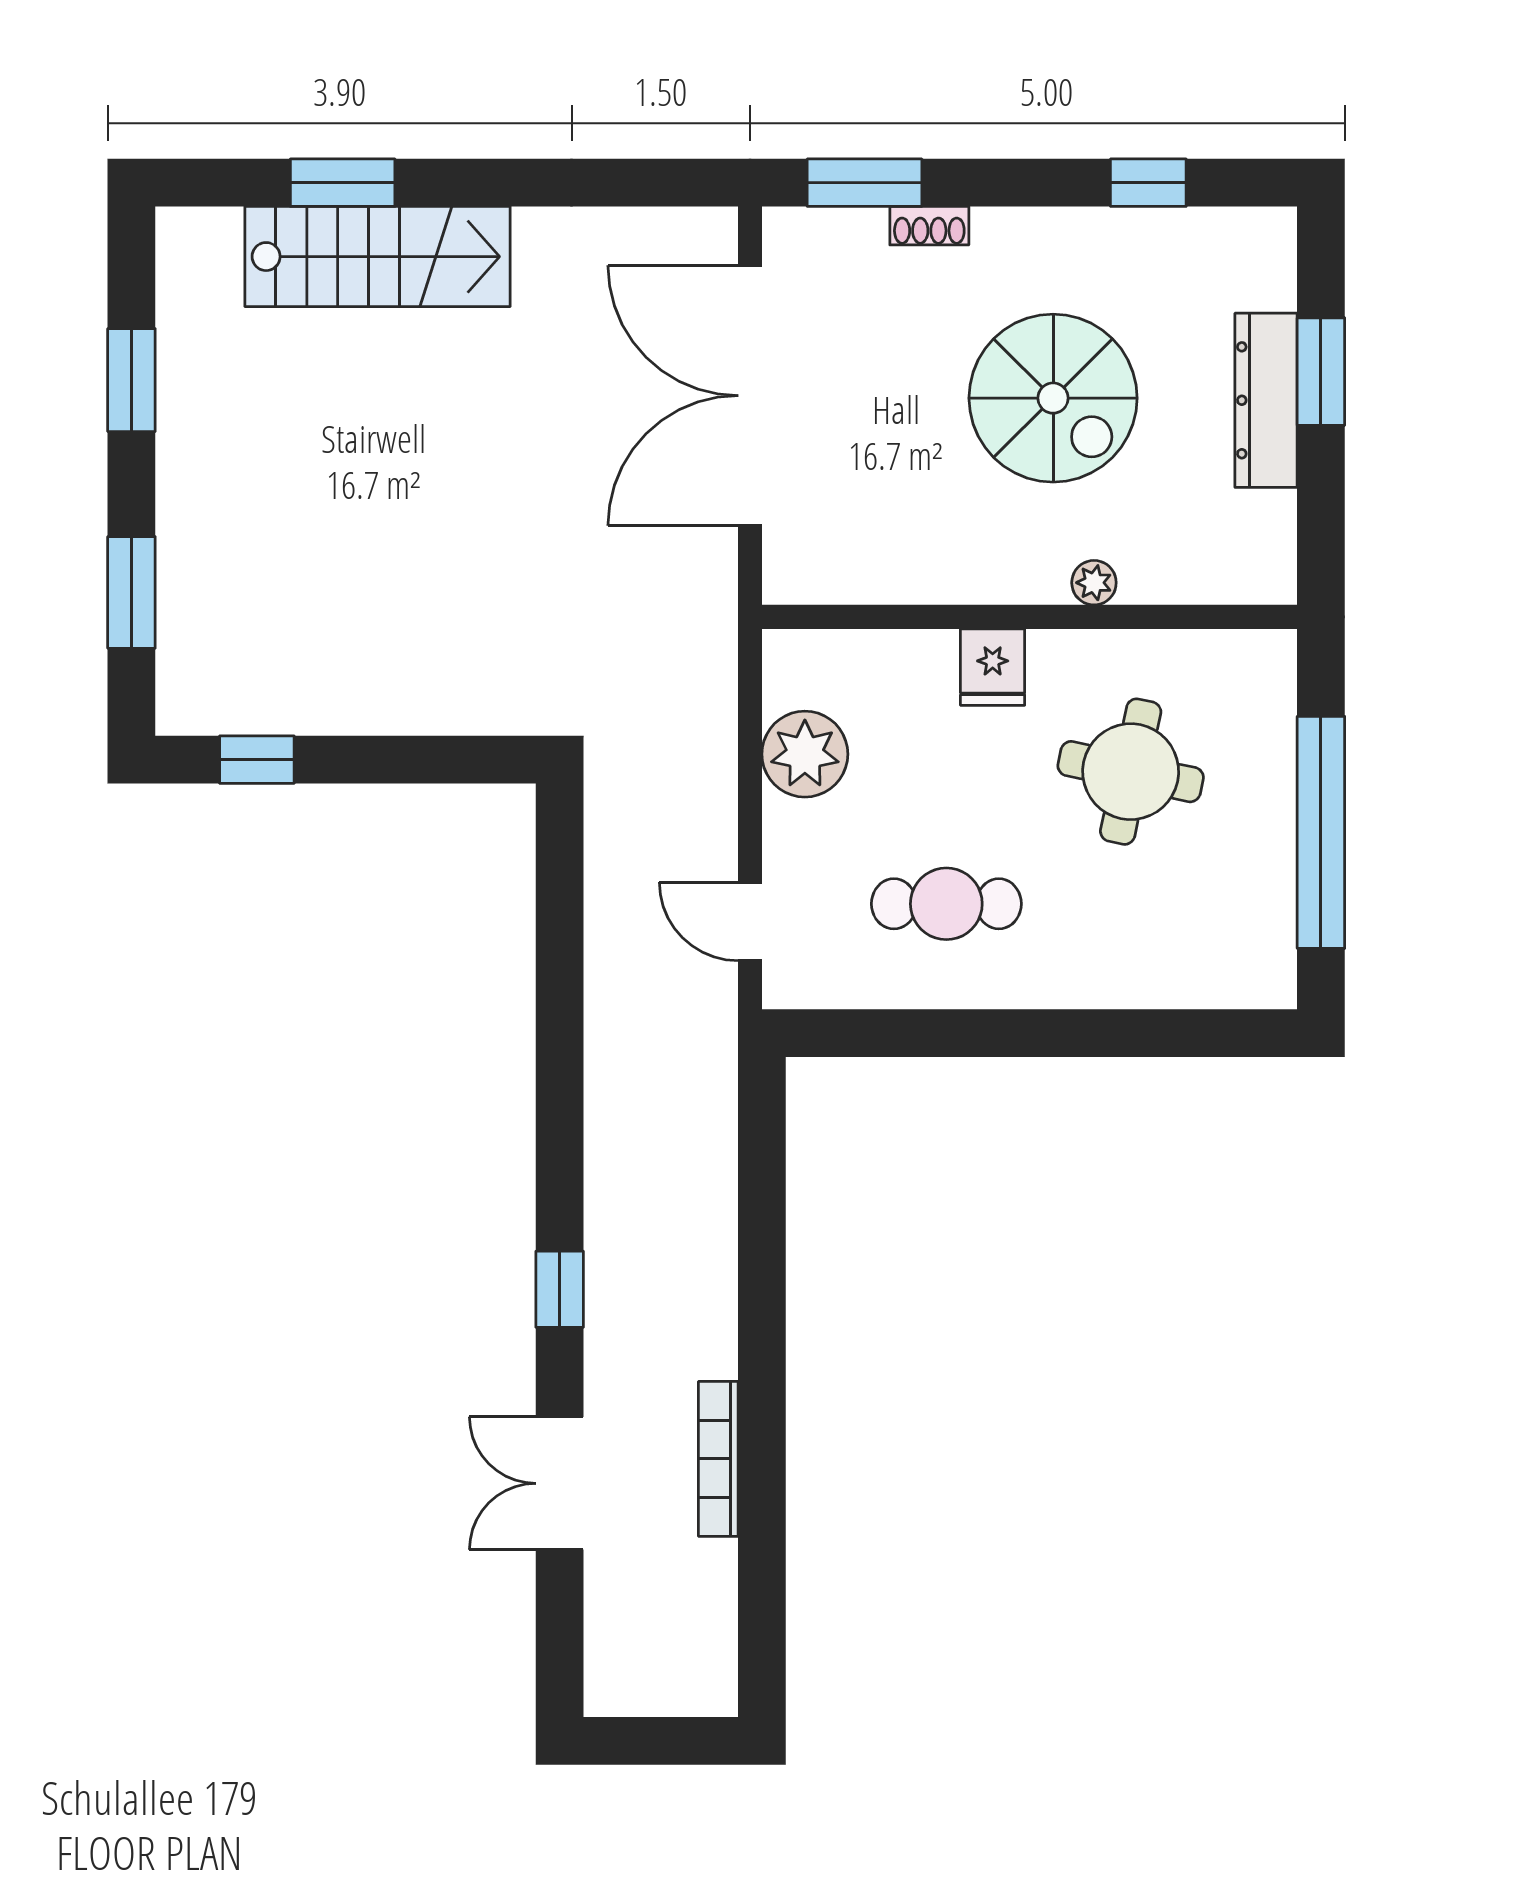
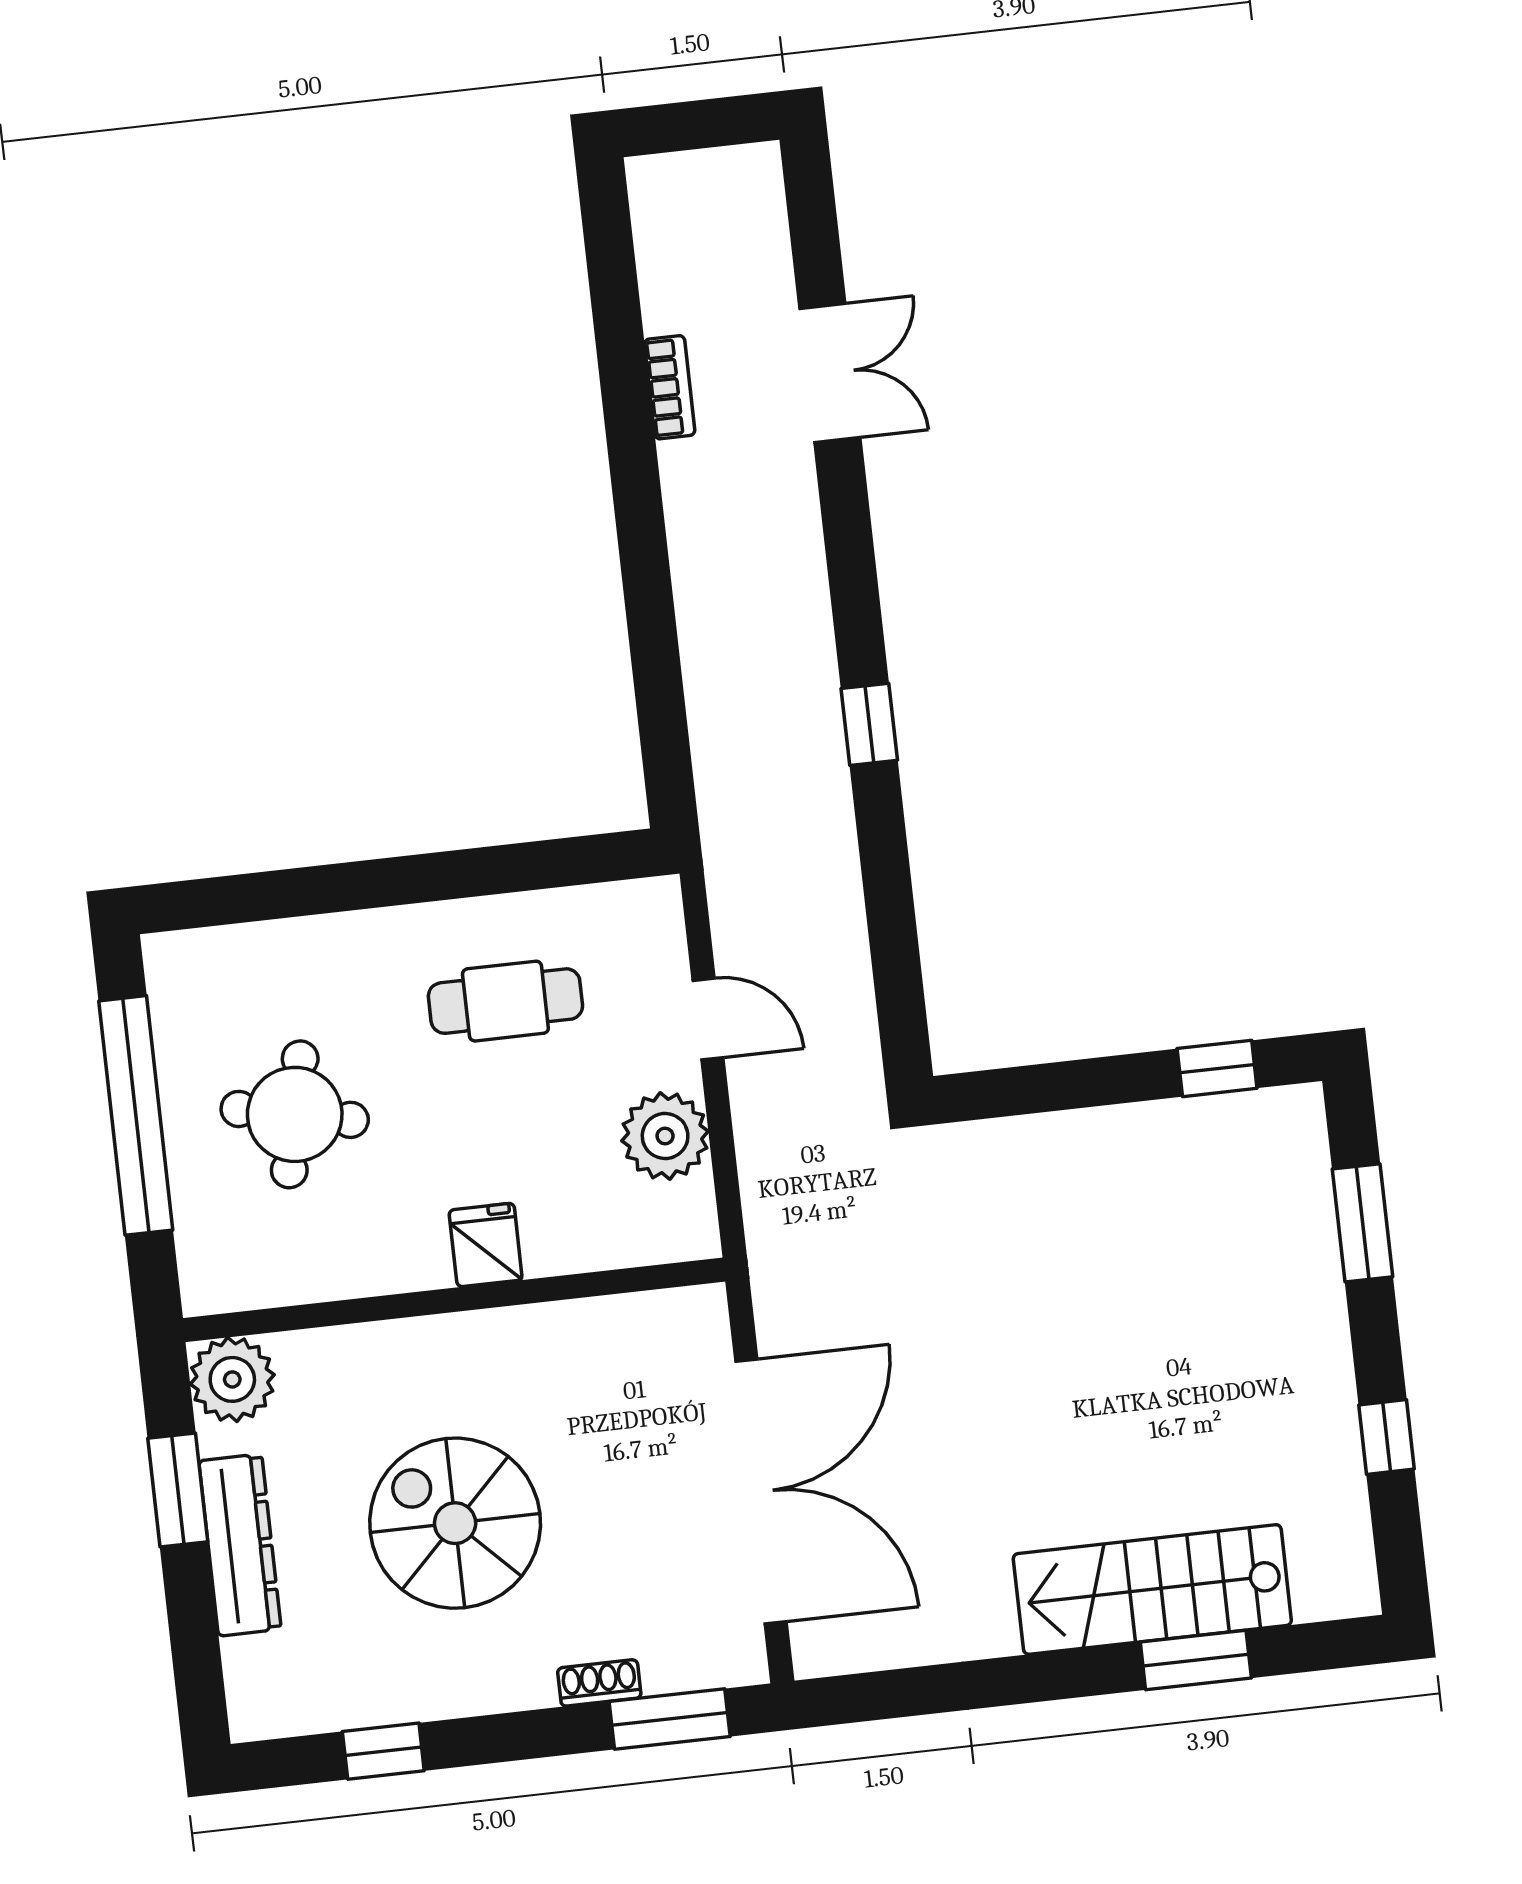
window: (1321, 372) -> (178, 1490), moved
window: (131, 380) -> (1387, 1437), width x0.67
plant: (1094, 583) -> (232, 1379), moved, width x1.87, depth x1.87
round table: (1131, 772) -> (295, 1114), moved
door: (750, 921) -> (708, 1019), moved
window: (560, 1289) -> (869, 724), moved
bookcase: (718, 1459) -> (670, 387), width x0.64

